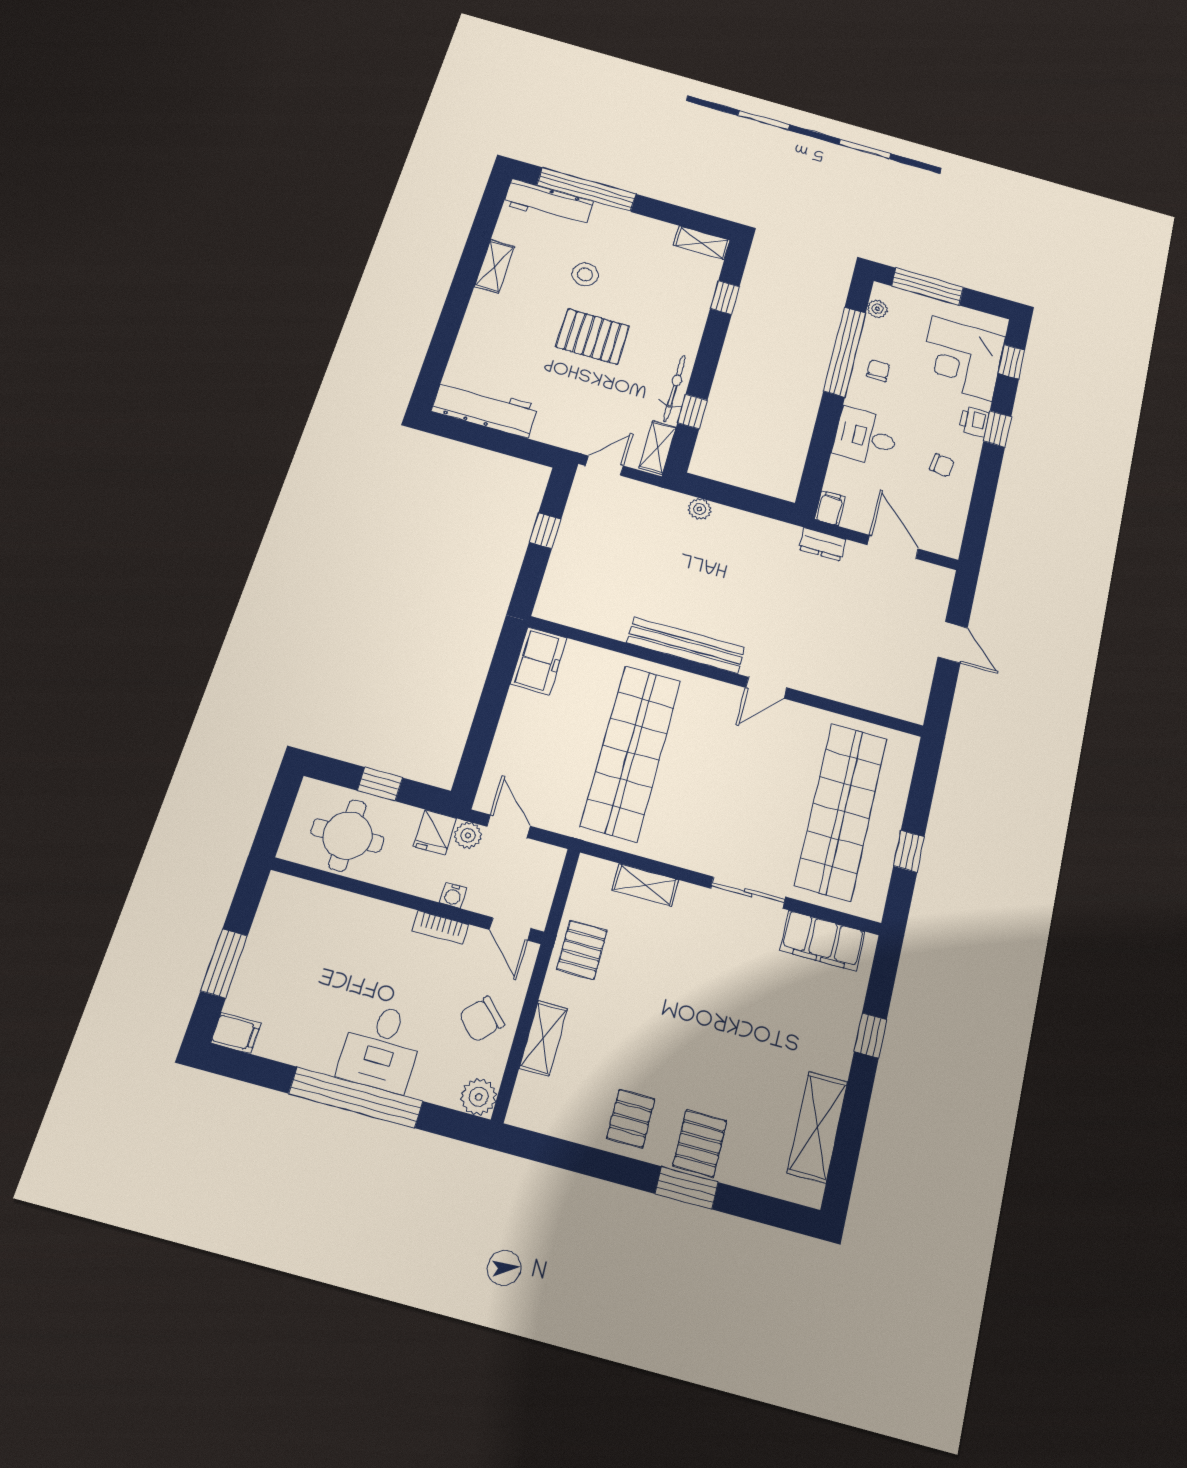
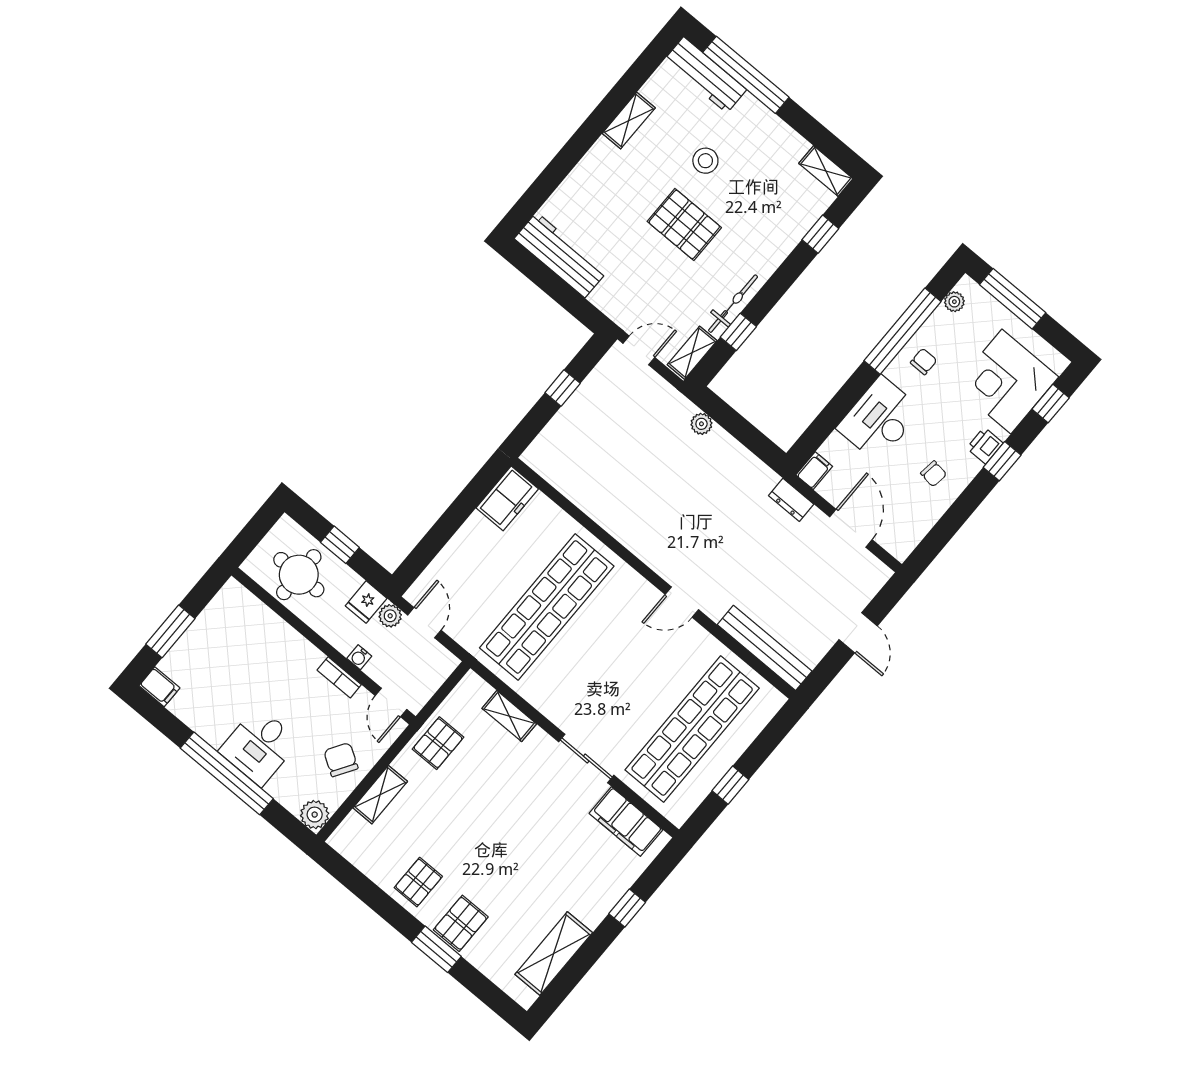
desk: (866, 437) -> (879, 419), width x1.37
bench: (686, 645) -> (765, 648), moved
chair: (482, 1019) -> (341, 760), turned 77

